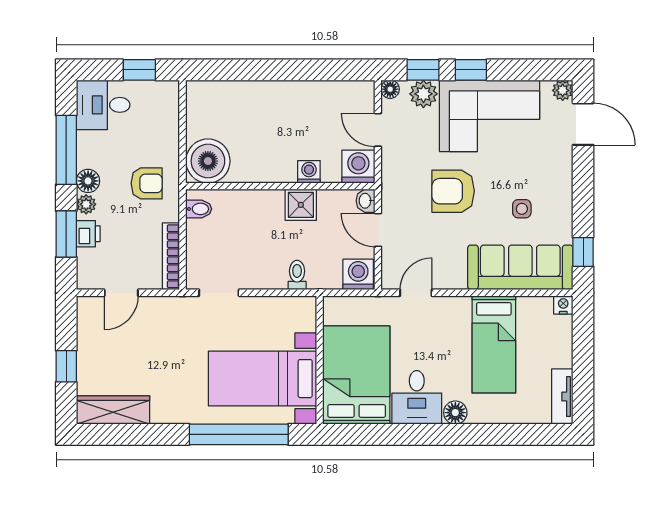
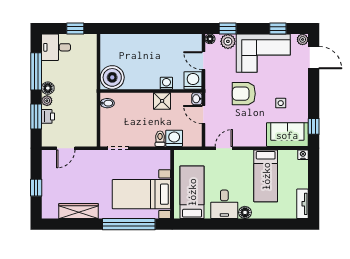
window: (471, 70) -> (278, 28), moved
armchair: (147, 183) -> (79, 89), removed
bookcase: (171, 256) -> (92, 129), removed
sofa: (520, 267) -> (287, 135), width x0.73
washing machine: (358, 274) -> (174, 138), moved
bed: (357, 375) -> (192, 192), width x0.67
wardrobe: (113, 410) -> (79, 211), moved

